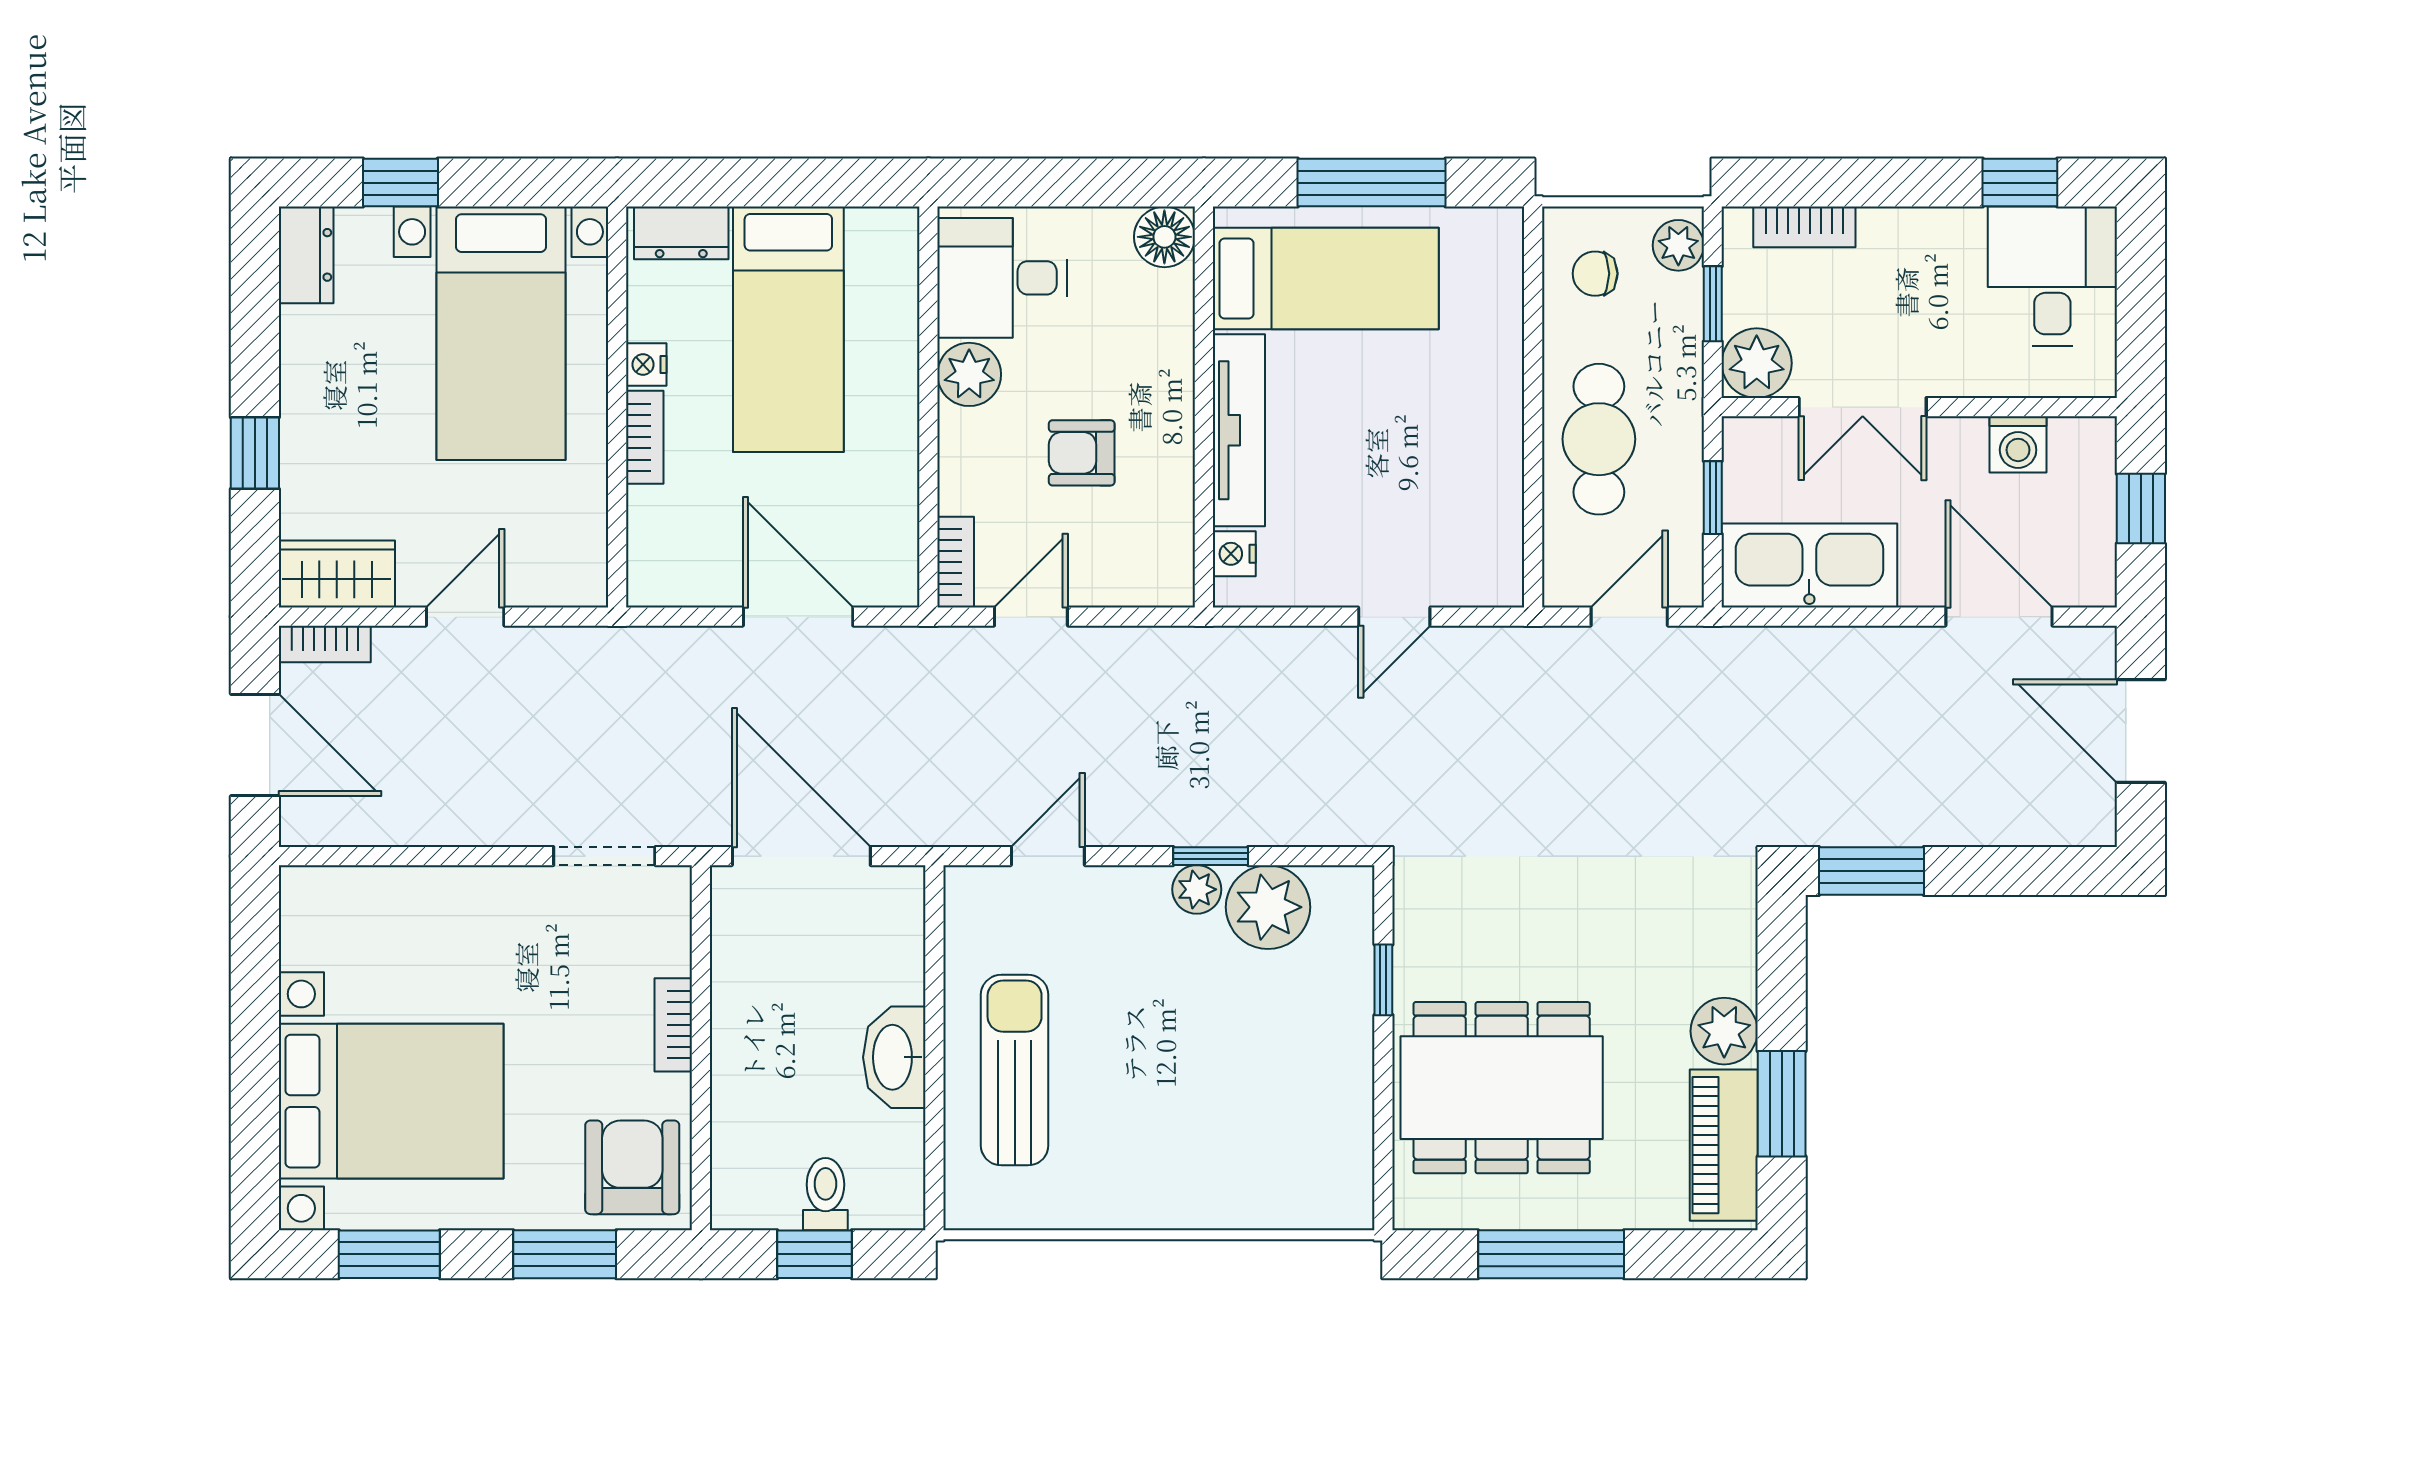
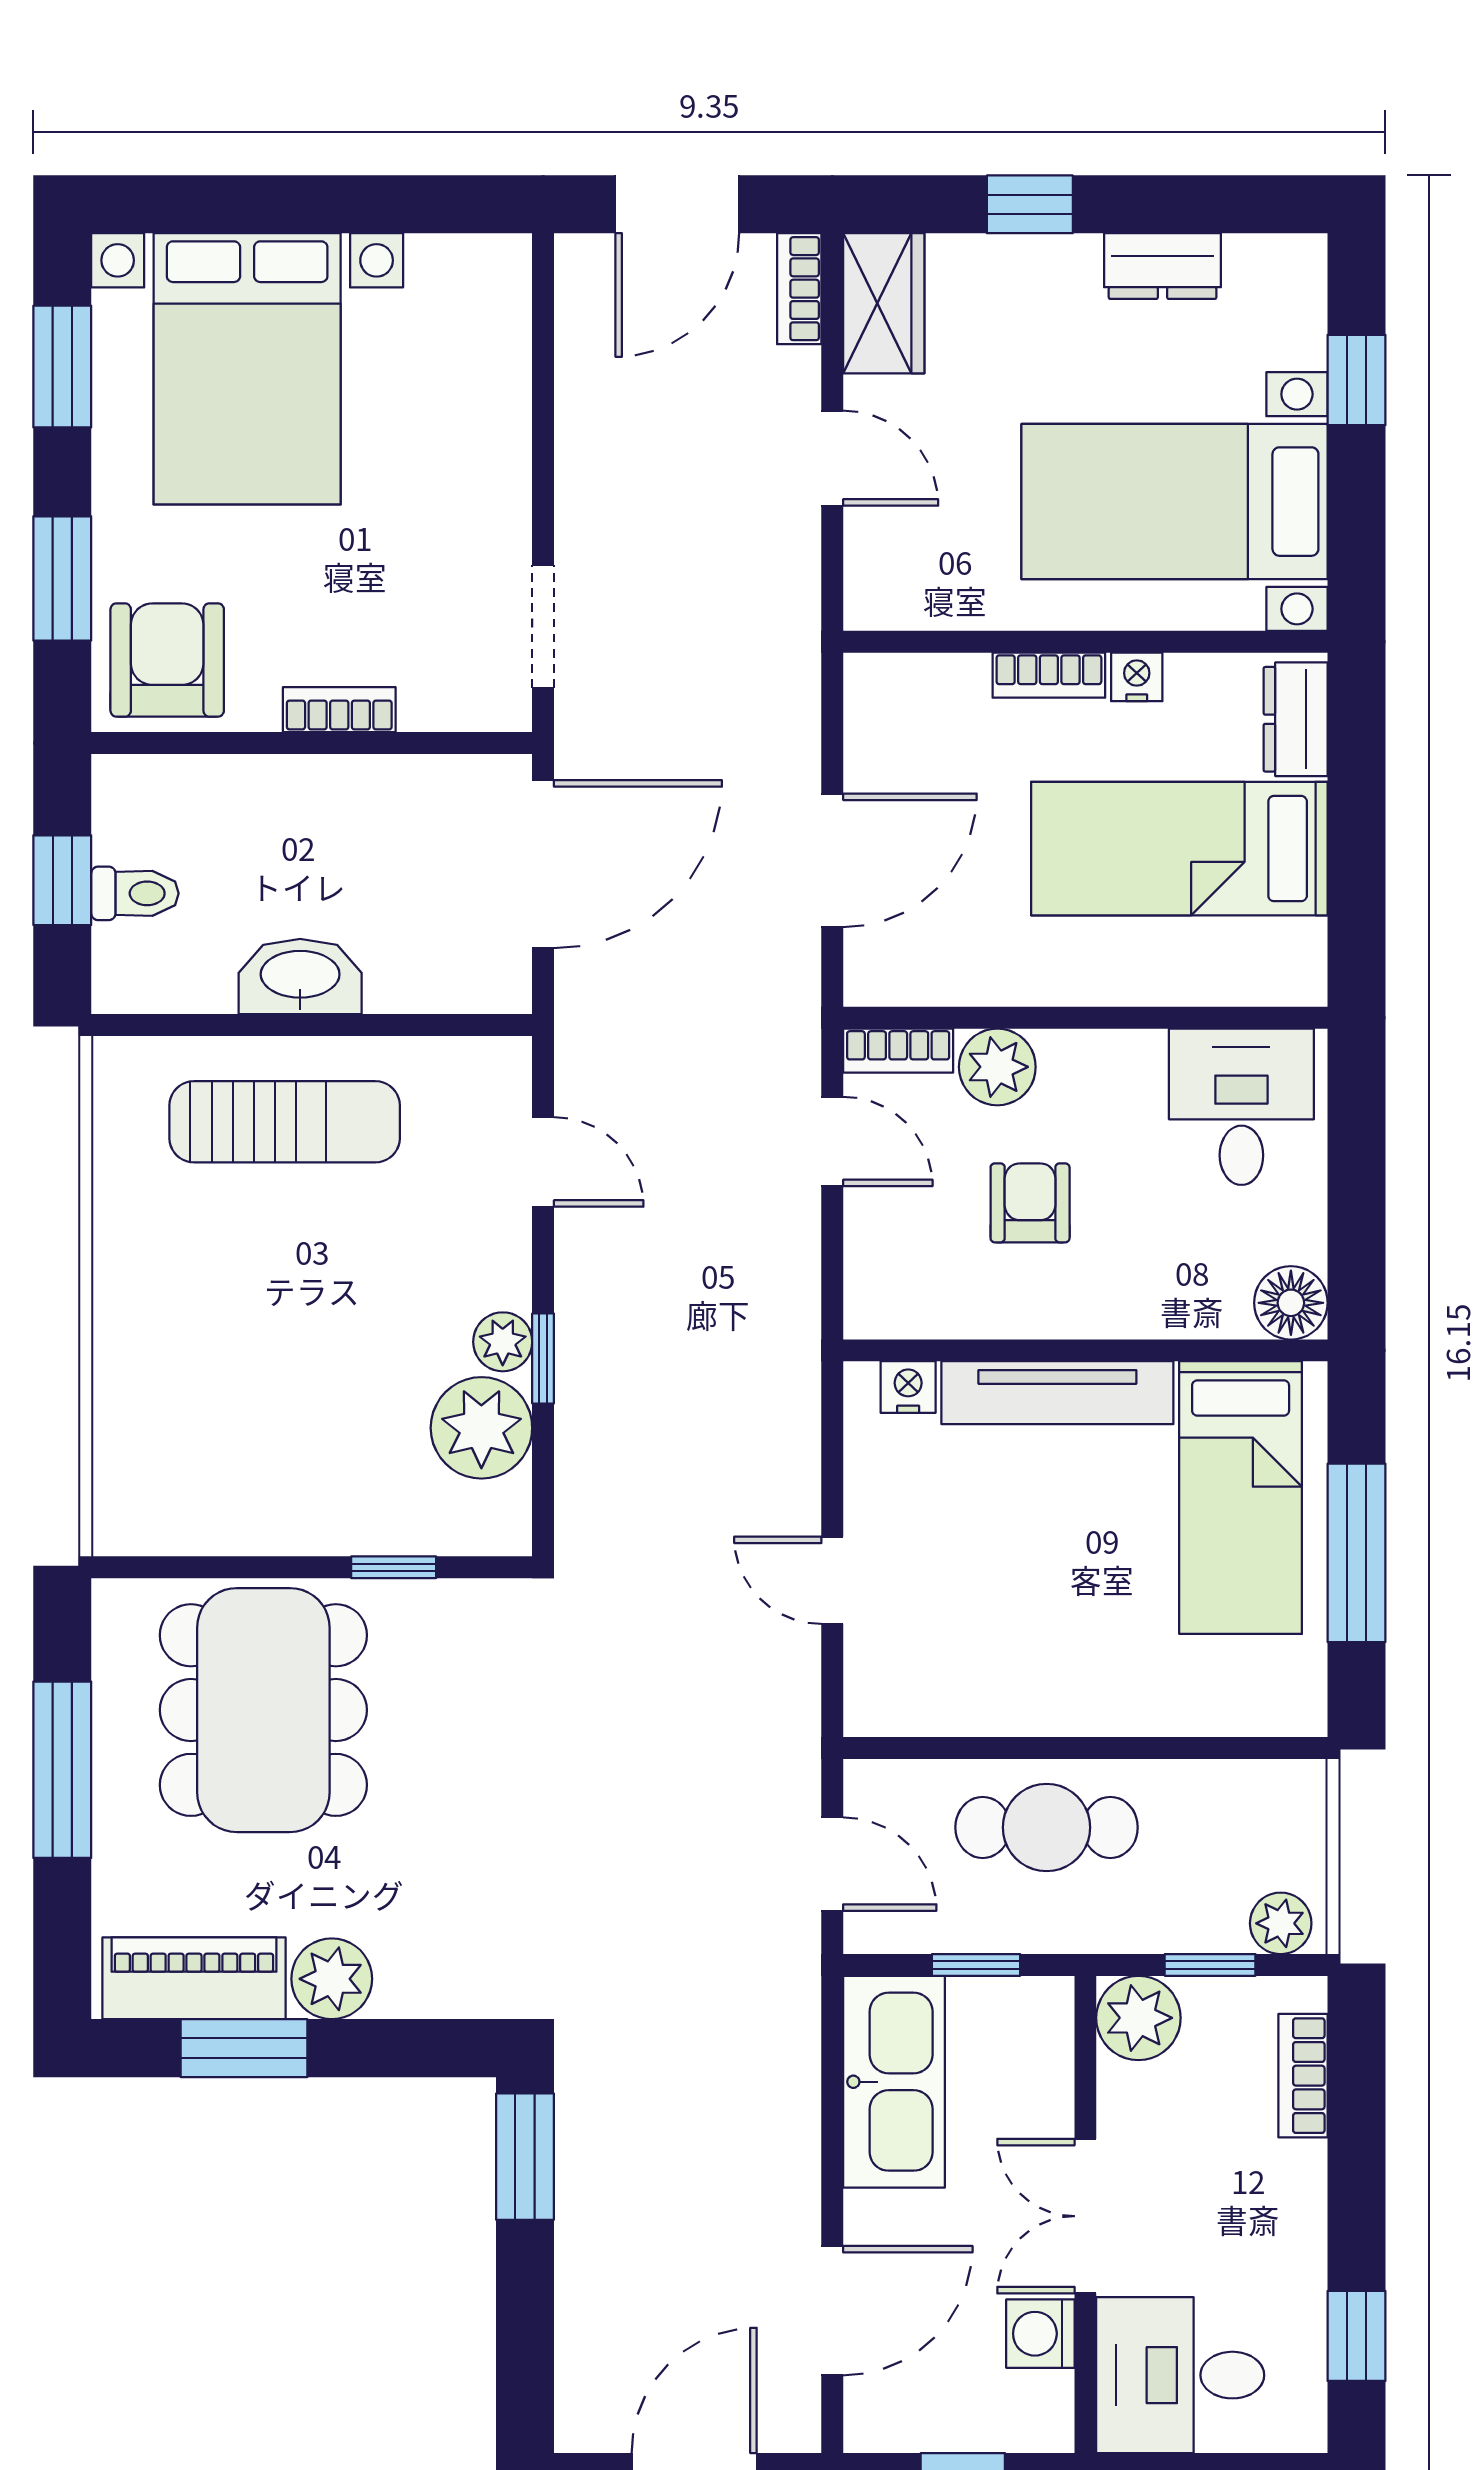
dresser: (306, 255) -> (1163, 266), moved
chair: (1595, 274) -> (1246, 1823), removed
desk: (2052, 276) -> (1180, 2375), moved, turned 180
plant: (969, 374) -> (997, 1067), moved
double door: (1863, 407) -> (1085, 2216), moved
armchair: (632, 1167) -> (167, 660), turned -90

